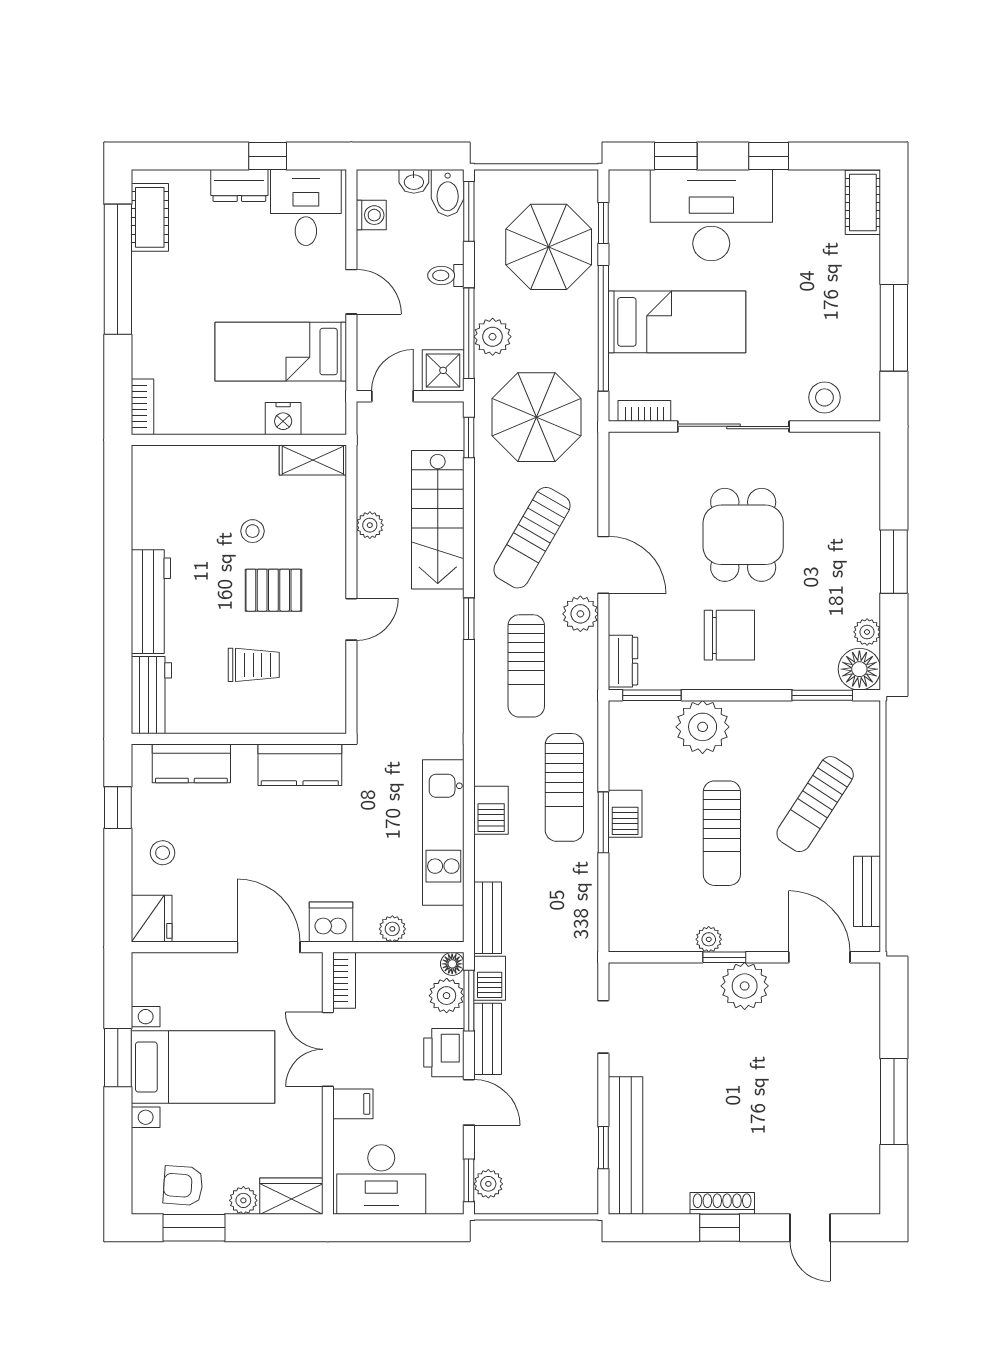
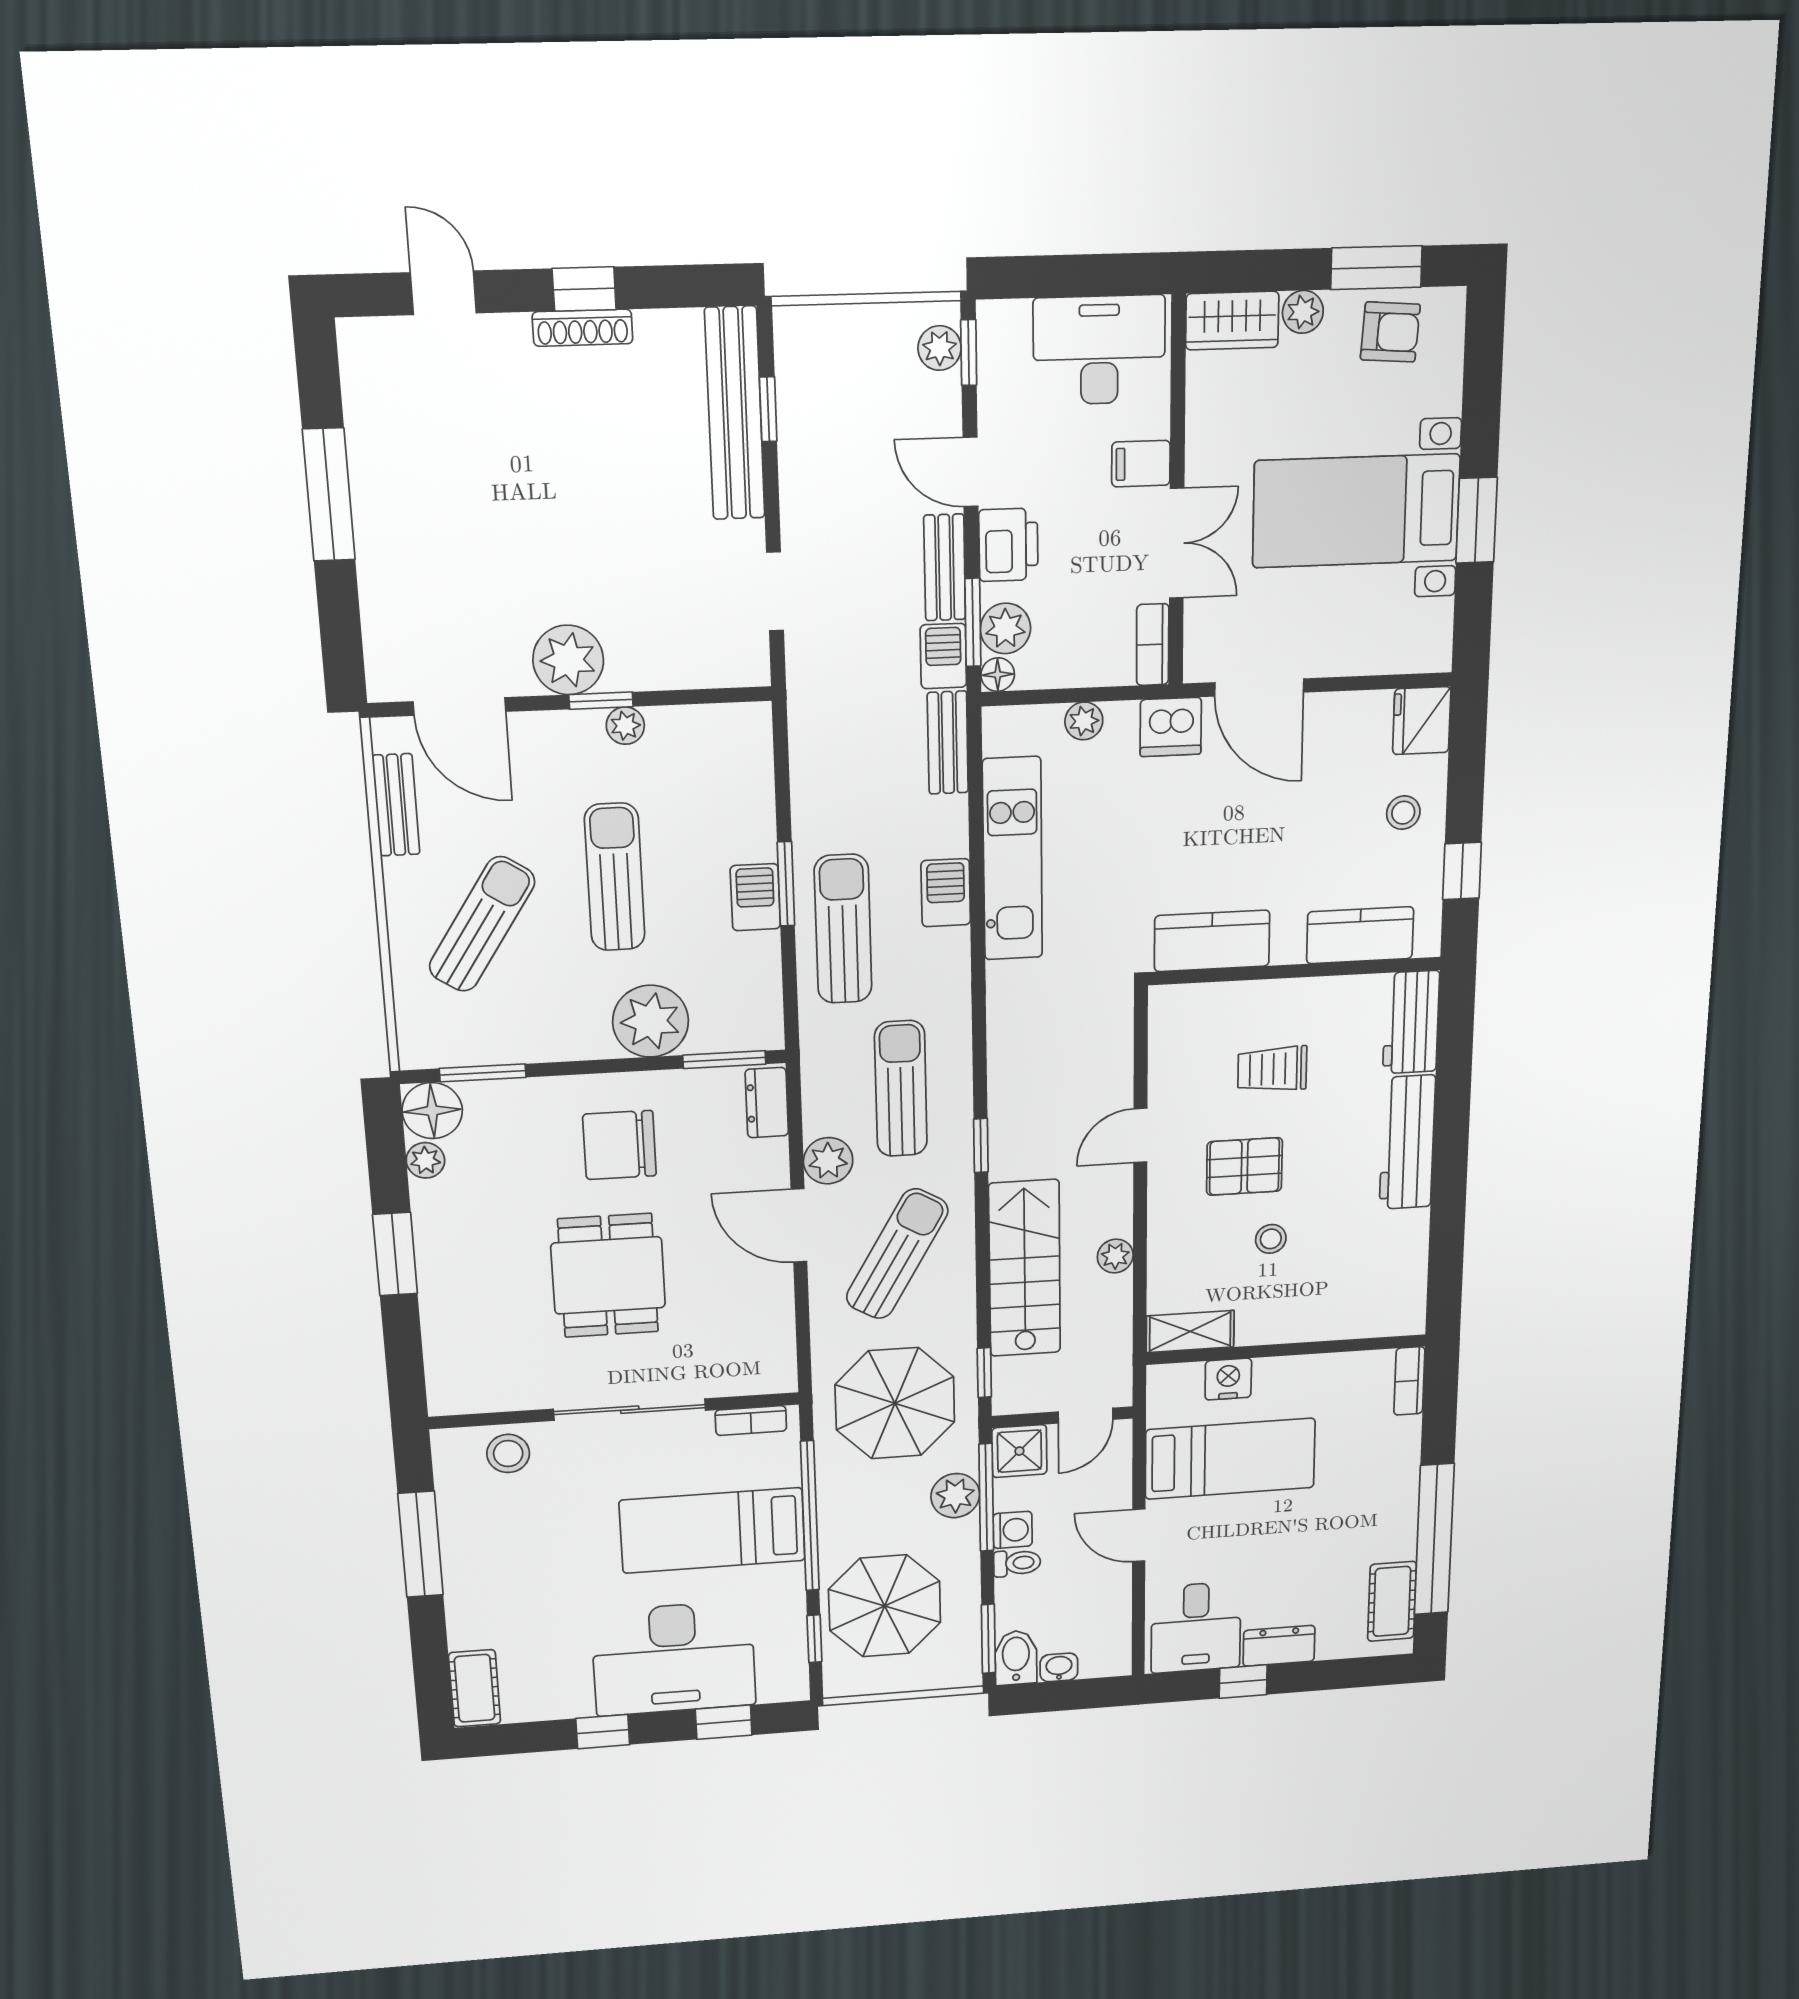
washing machine: (371, 215) -> (1013, 1530), moved, turned 180

